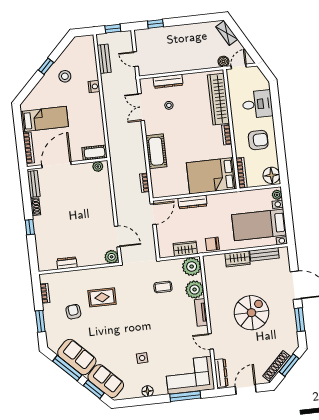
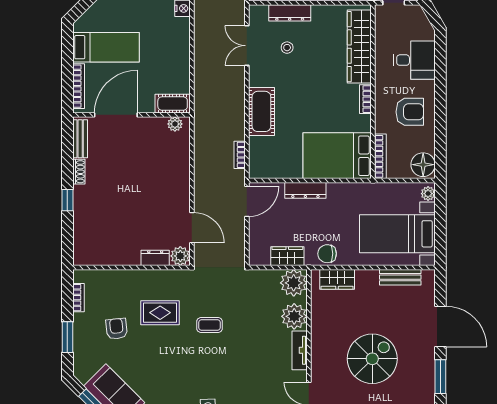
wardrobe: (238, 259) -> (337, 279), moved
dresser: (67, 263) -> (155, 258), moved
coffee table: (163, 287) -> (210, 325), moved

